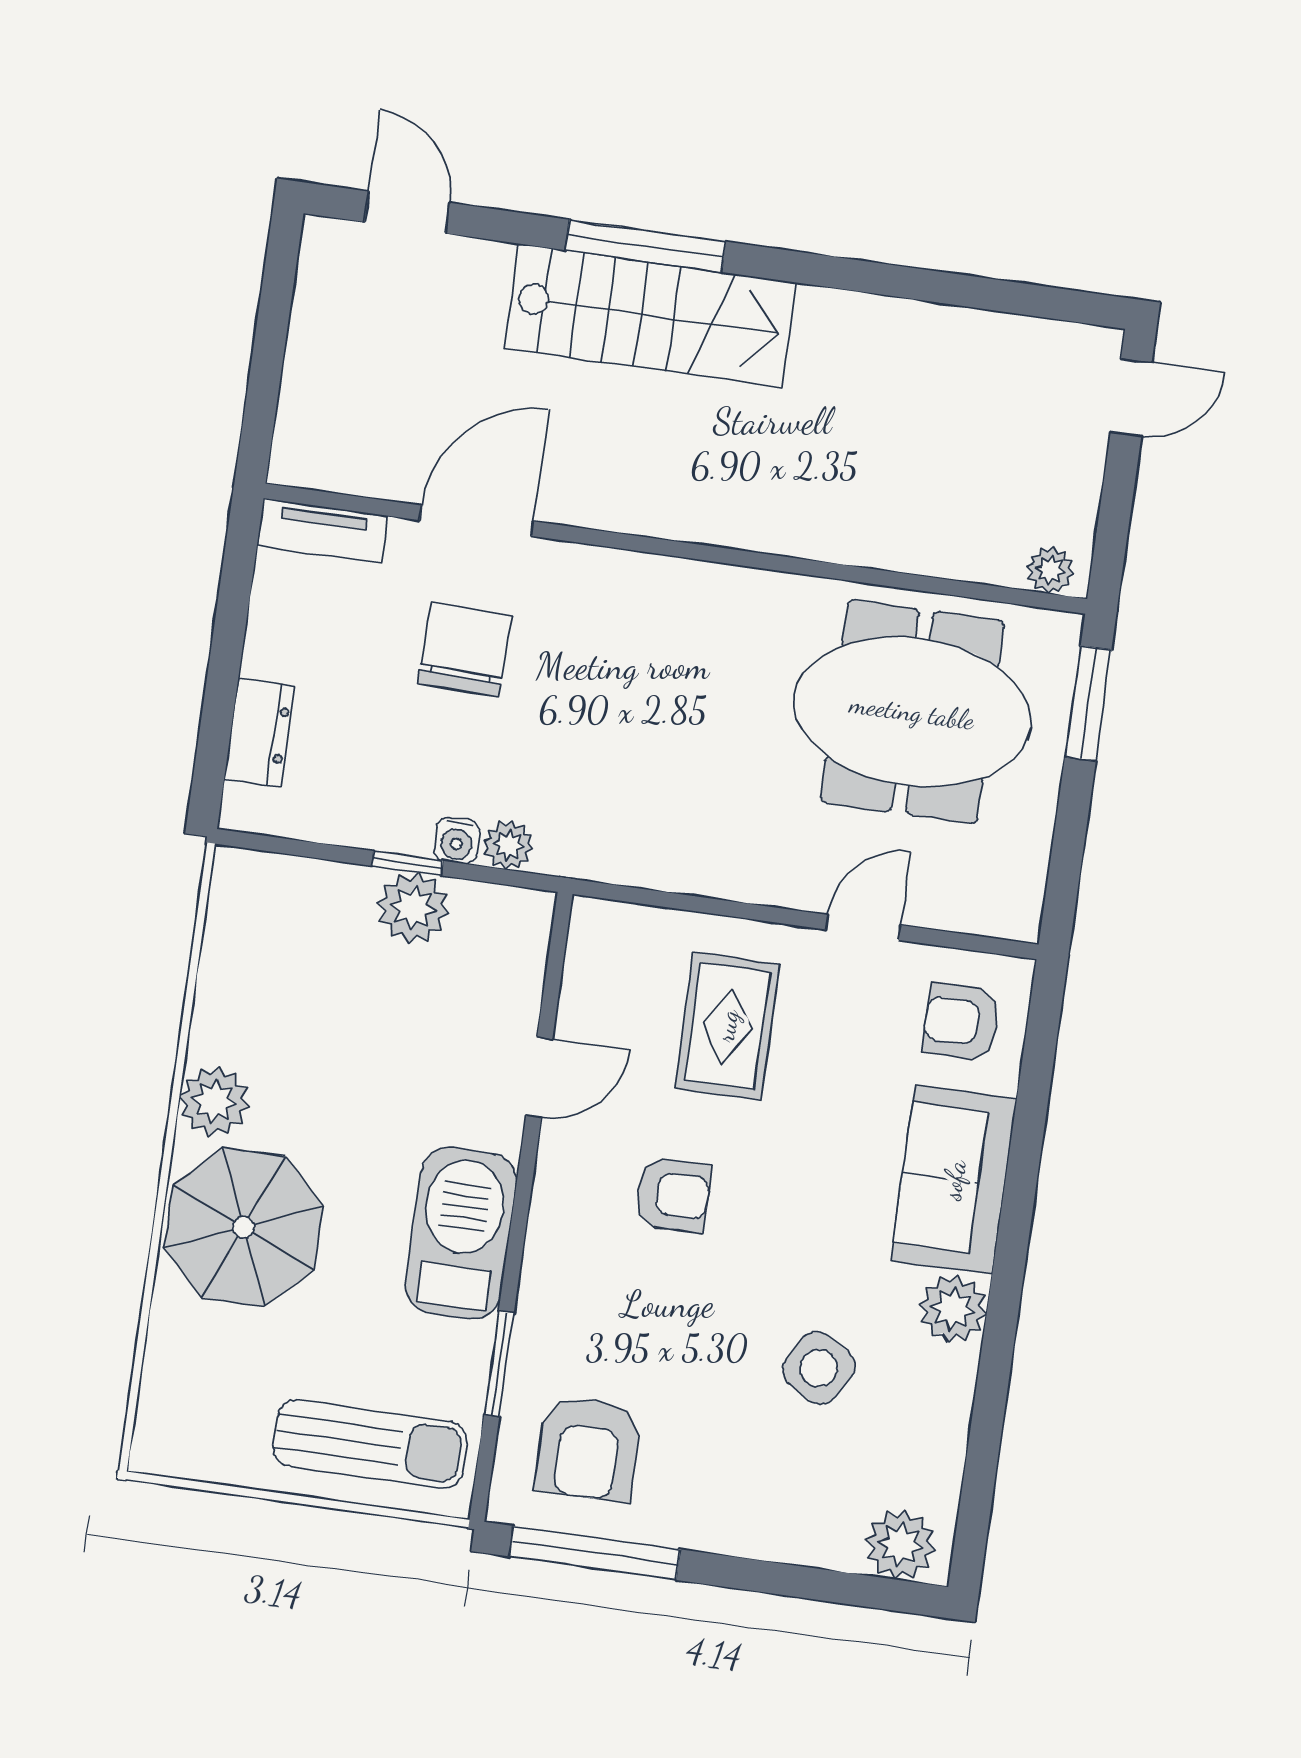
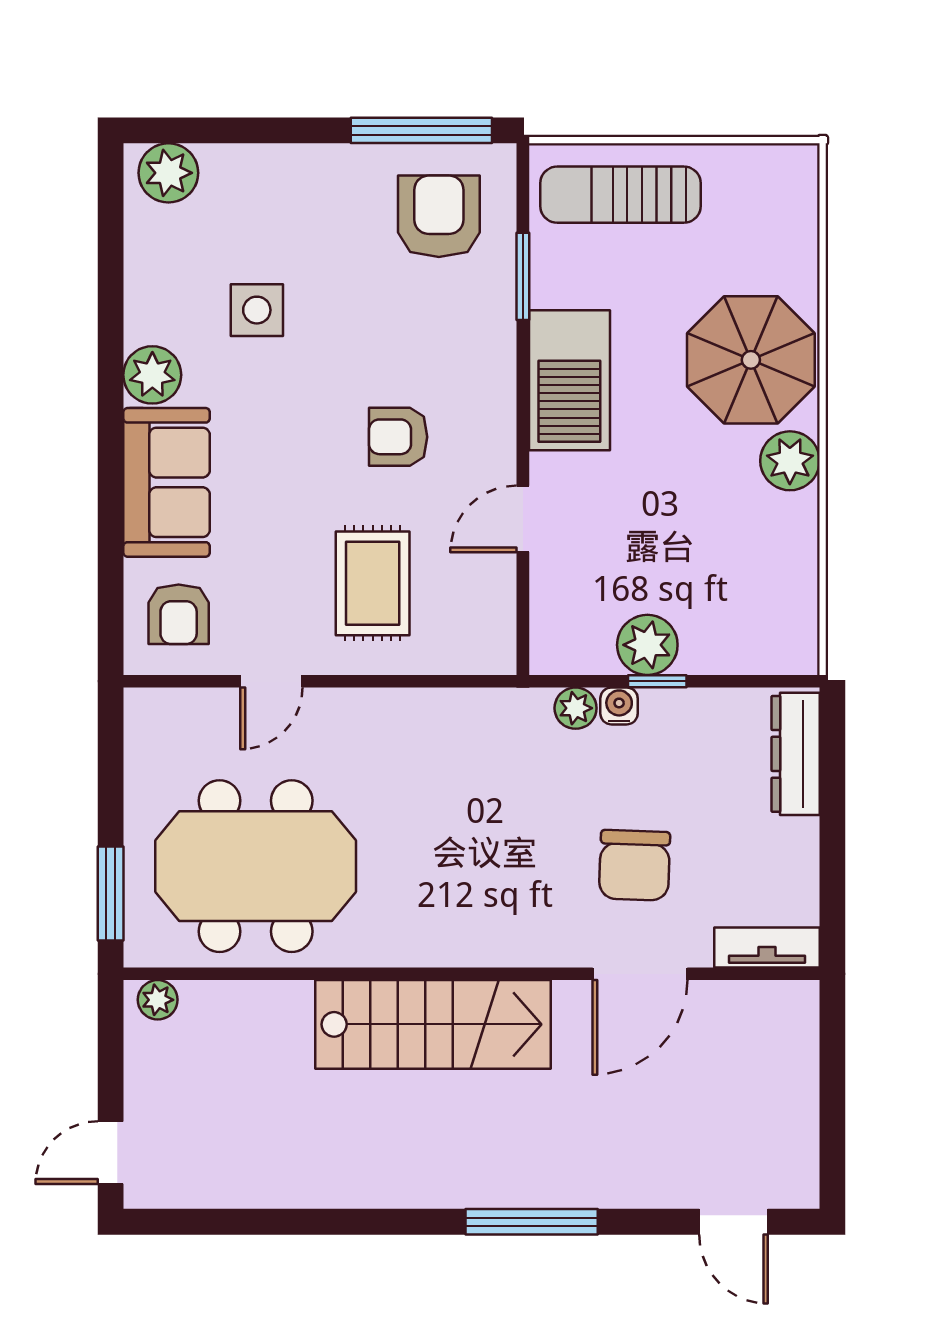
stairs: (650, 315) -> (433, 1024), moved, turned 180
dresser: (259, 733) -> (796, 754), width x1.44
armchair: (962, 1022) -> (179, 614), turned 90
side table: (819, 1368) -> (257, 310), turned -30

